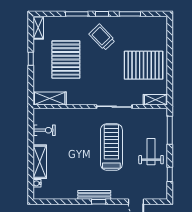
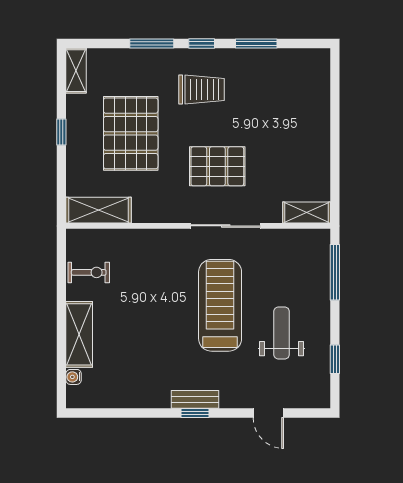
trolley: (102, 37) -> (202, 89), turned 134
pallet: (144, 65) -> (217, 166), moved, width x0.73, depth x0.71
weight bench: (151, 152) -> (282, 333), moved
bench: (94, 195) -> (195, 399), width x0.73

